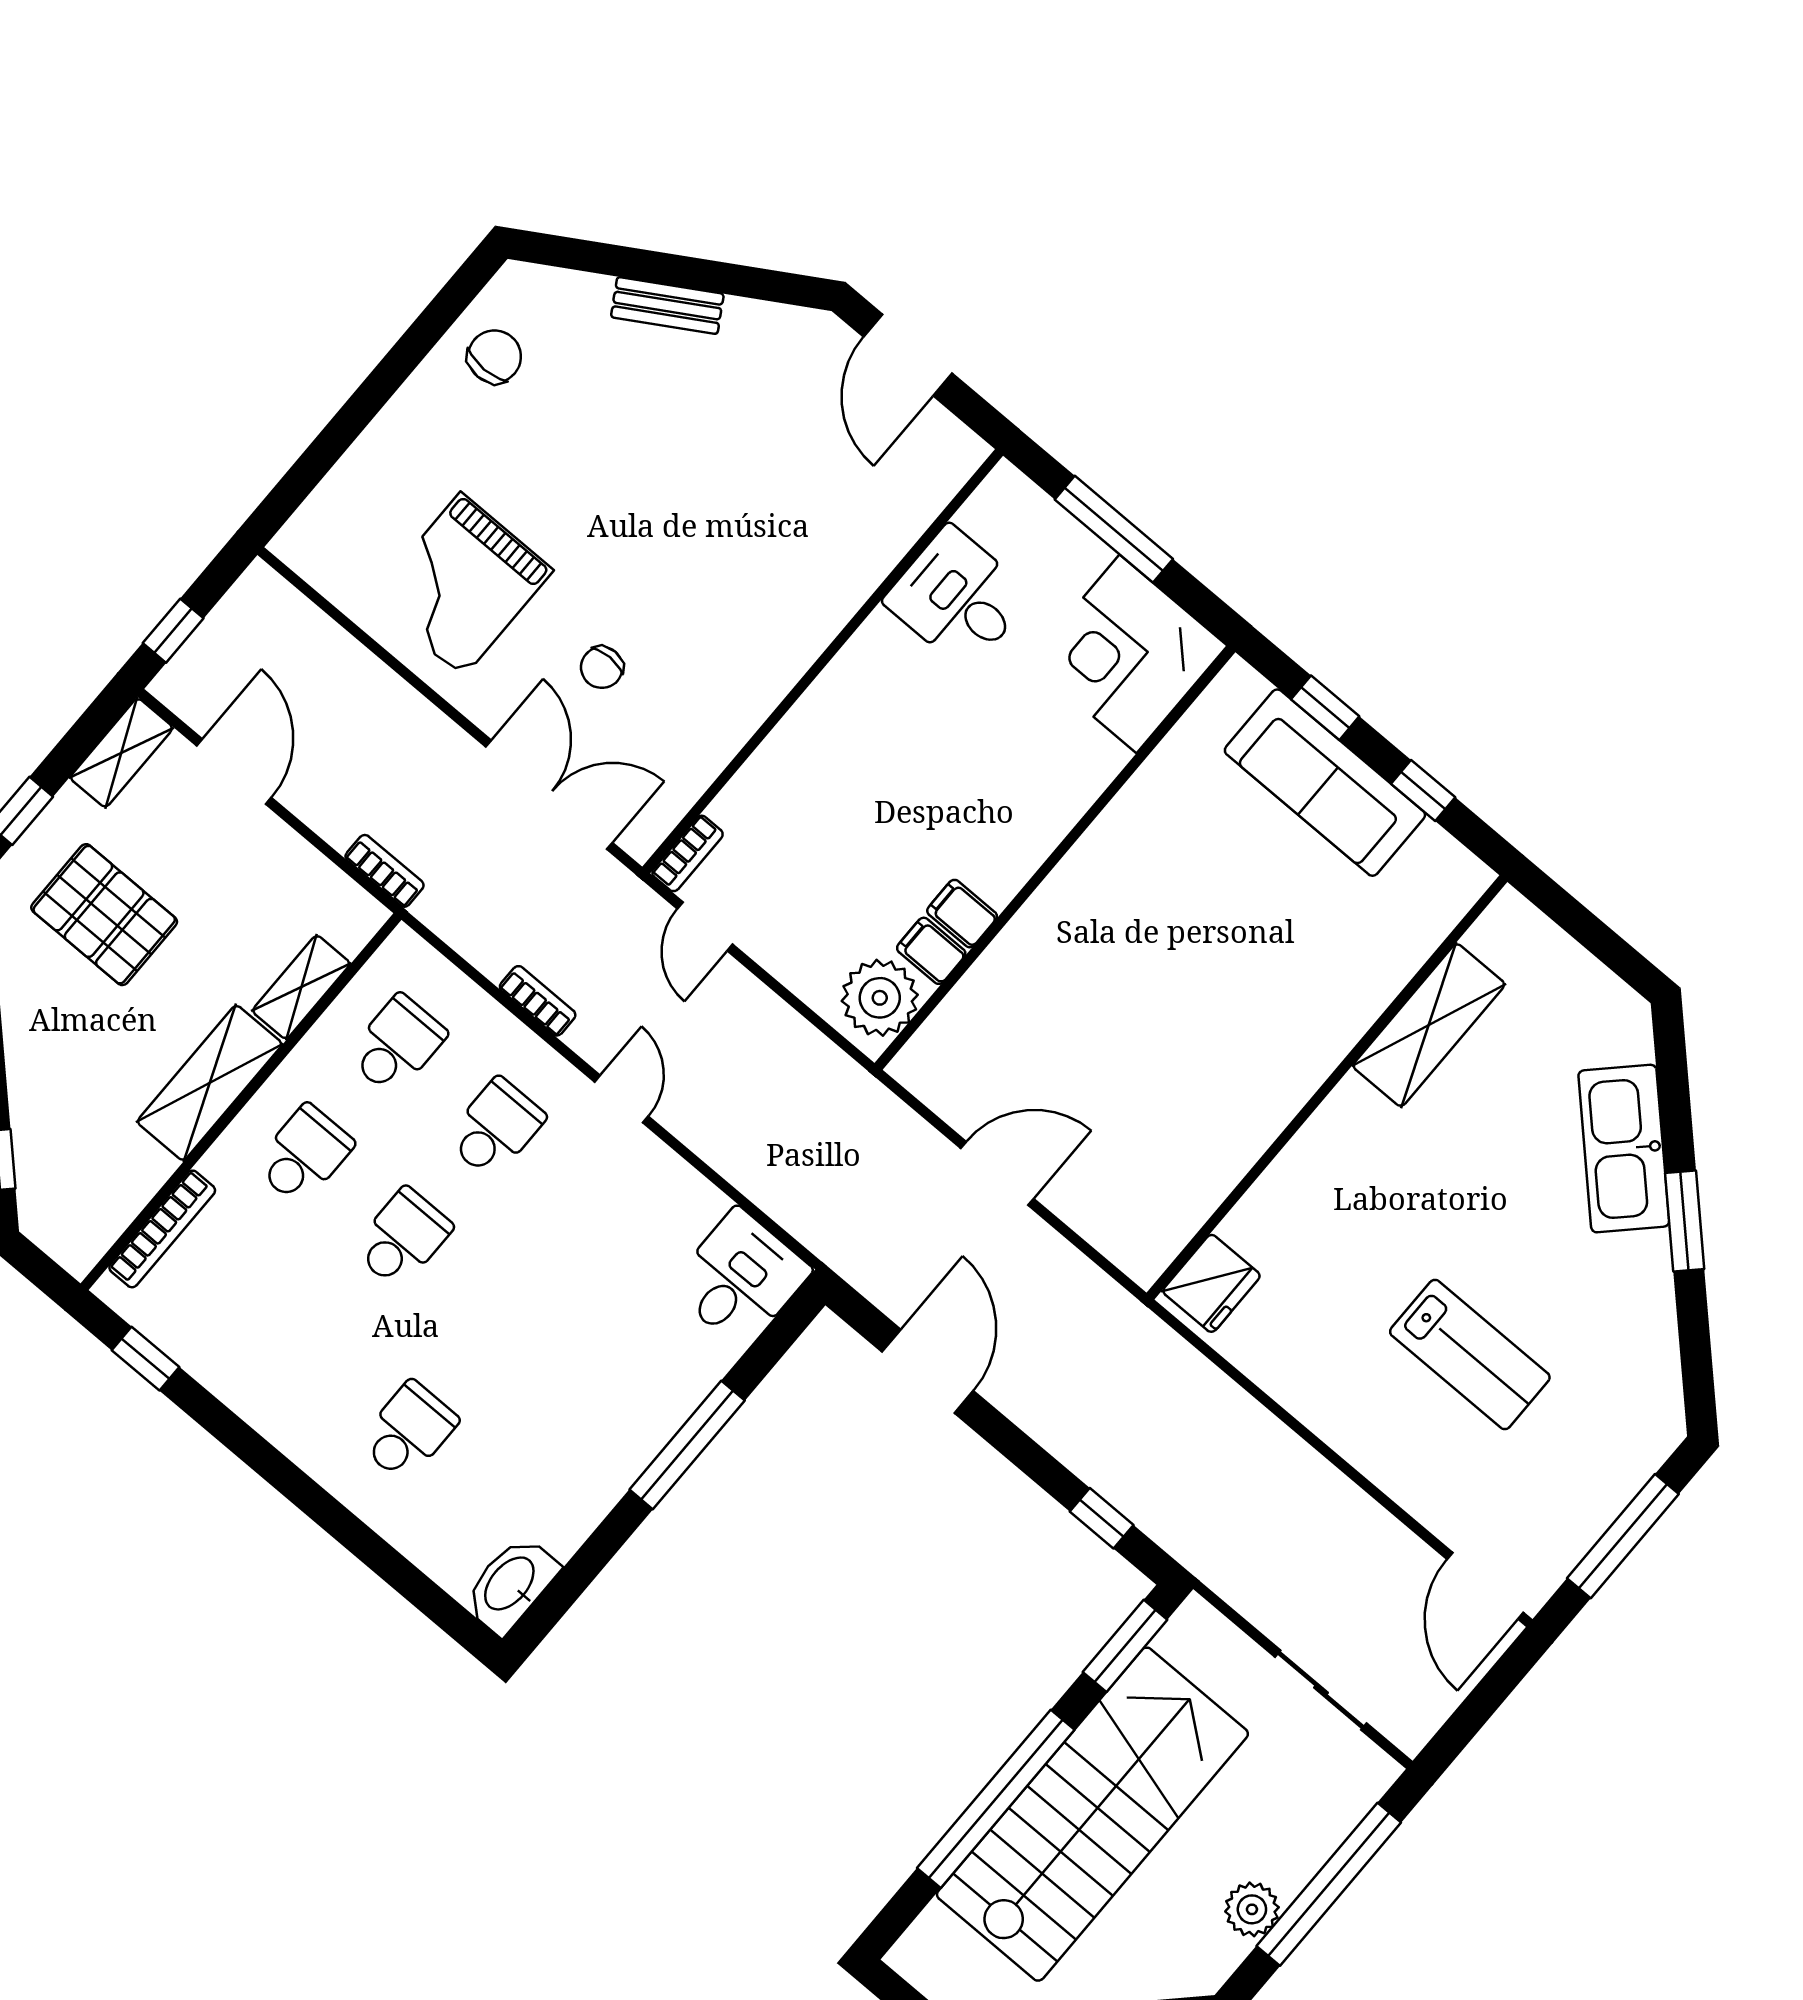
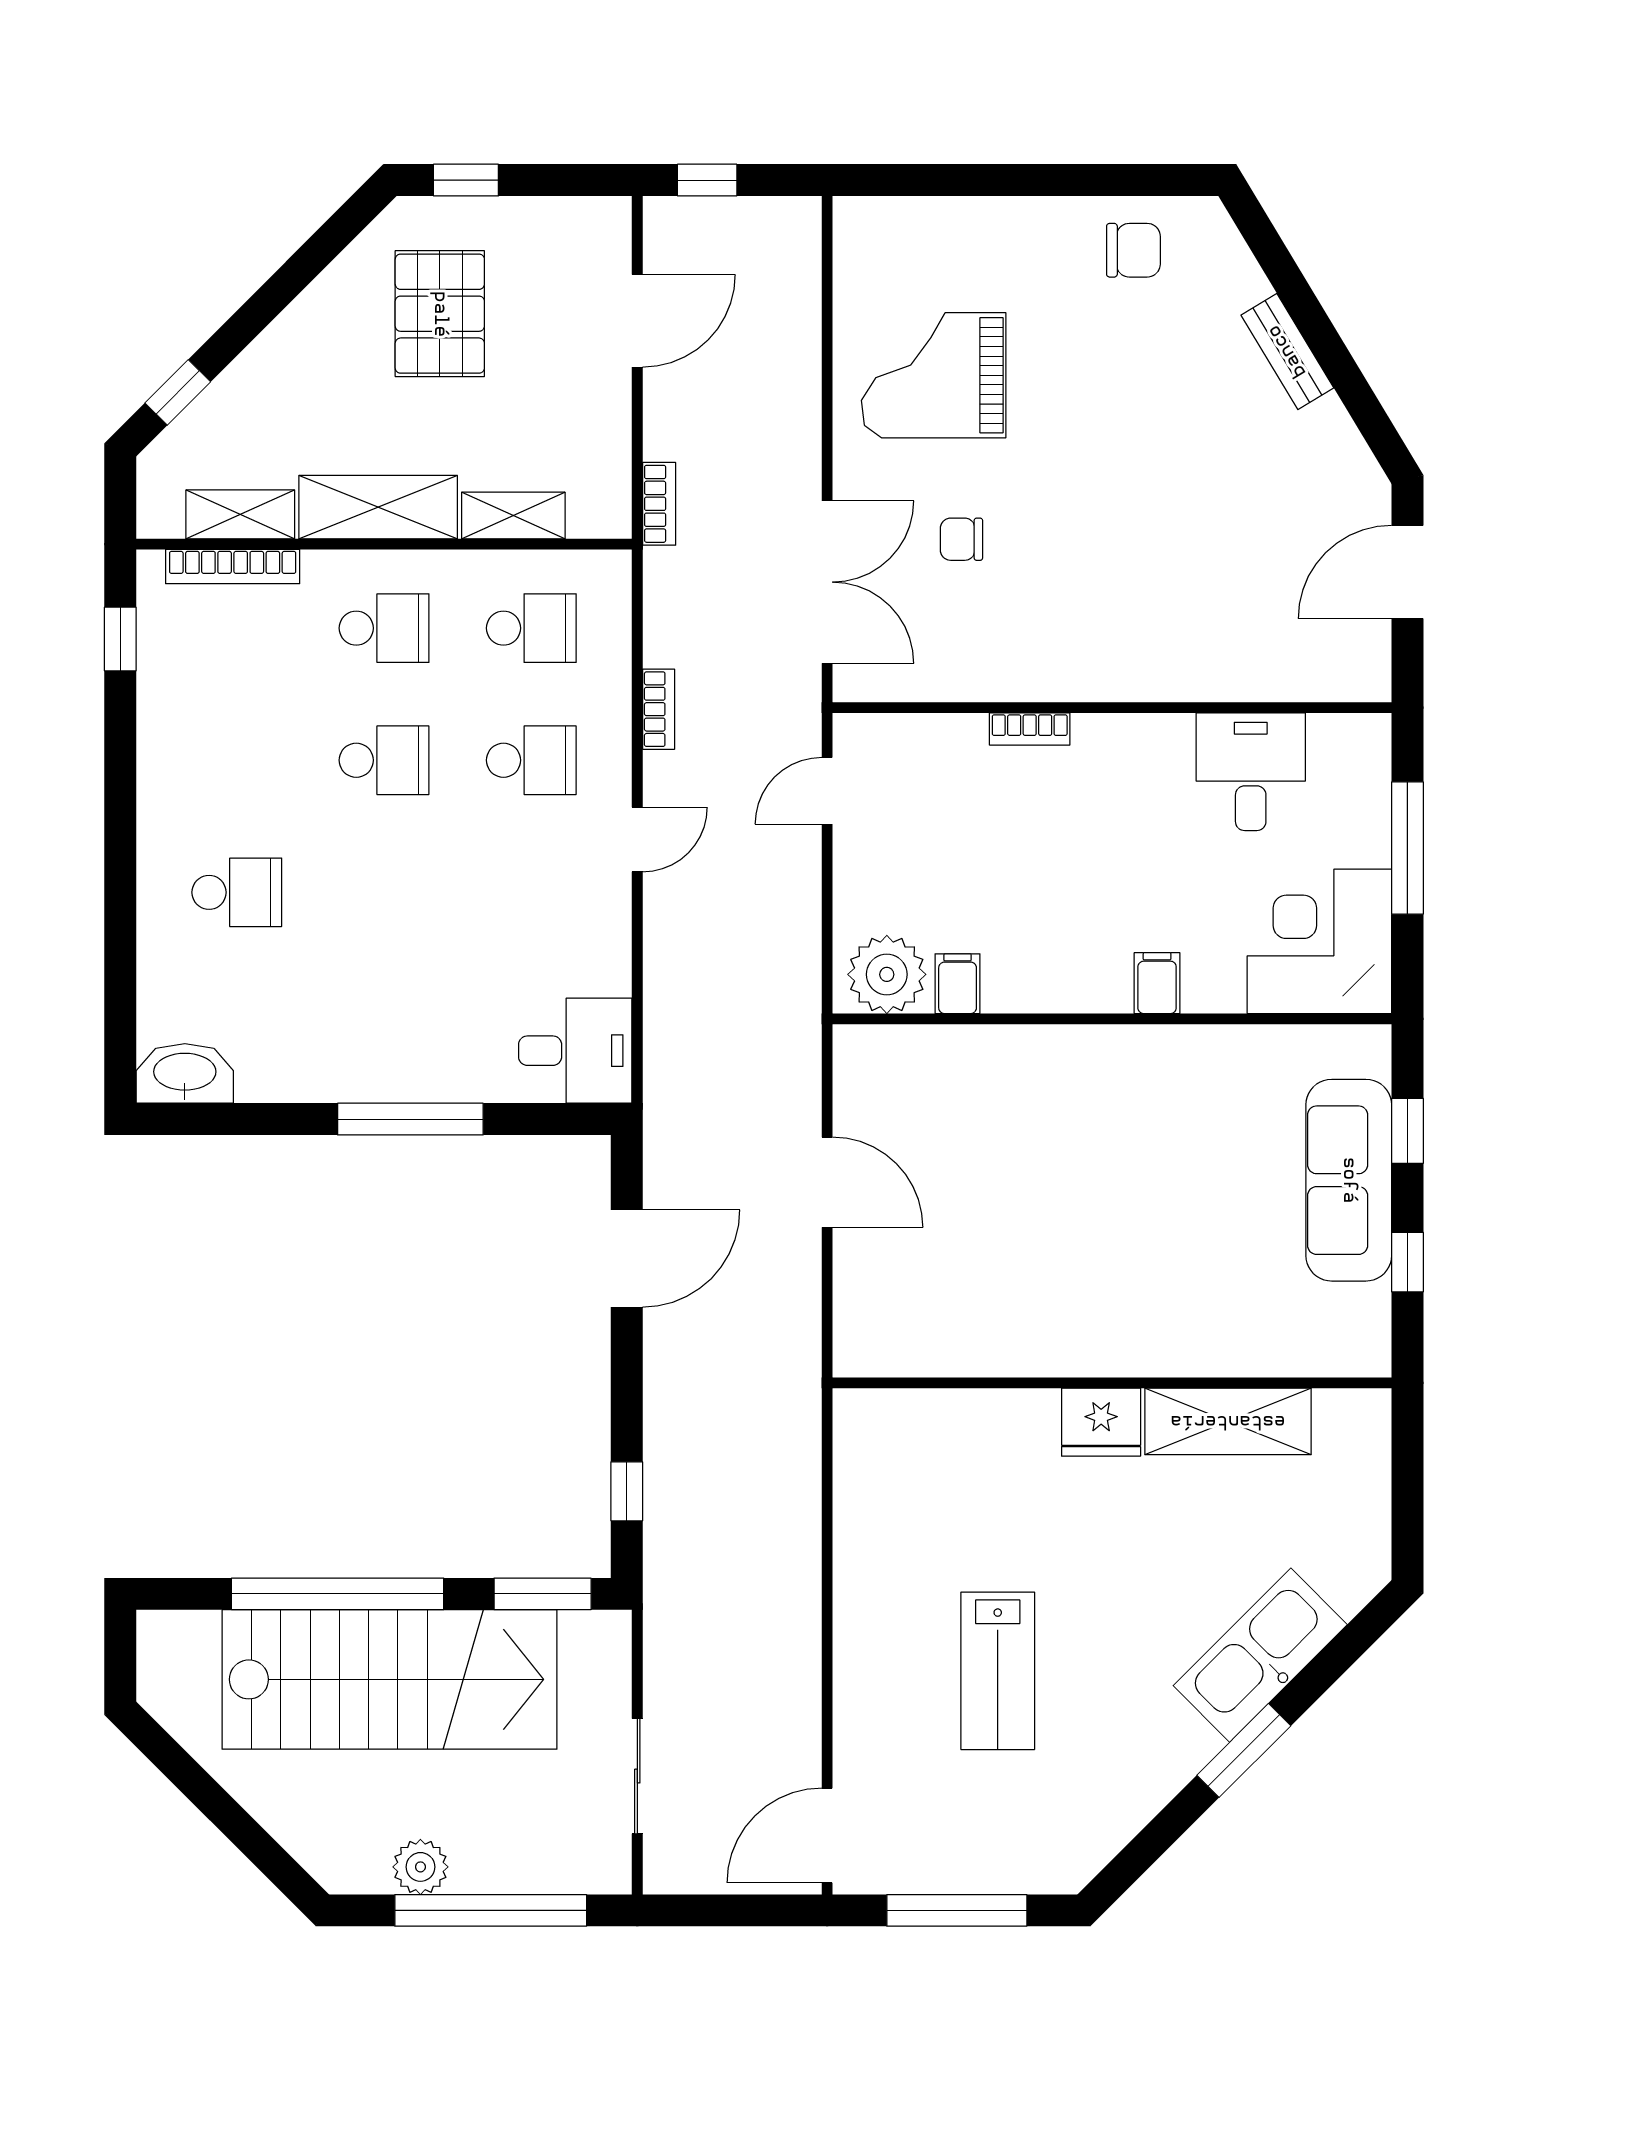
shelving: (121, 753) -> (240, 514), moved
bookcase: (688, 853) -> (1030, 729), moved
filing cabinet: (962, 914) -> (1157, 983), moved
fridge: (1212, 1283) -> (1101, 1422), moved

